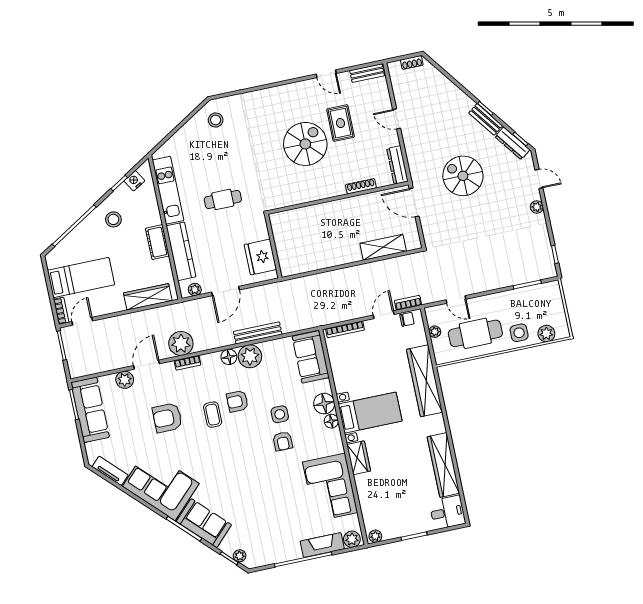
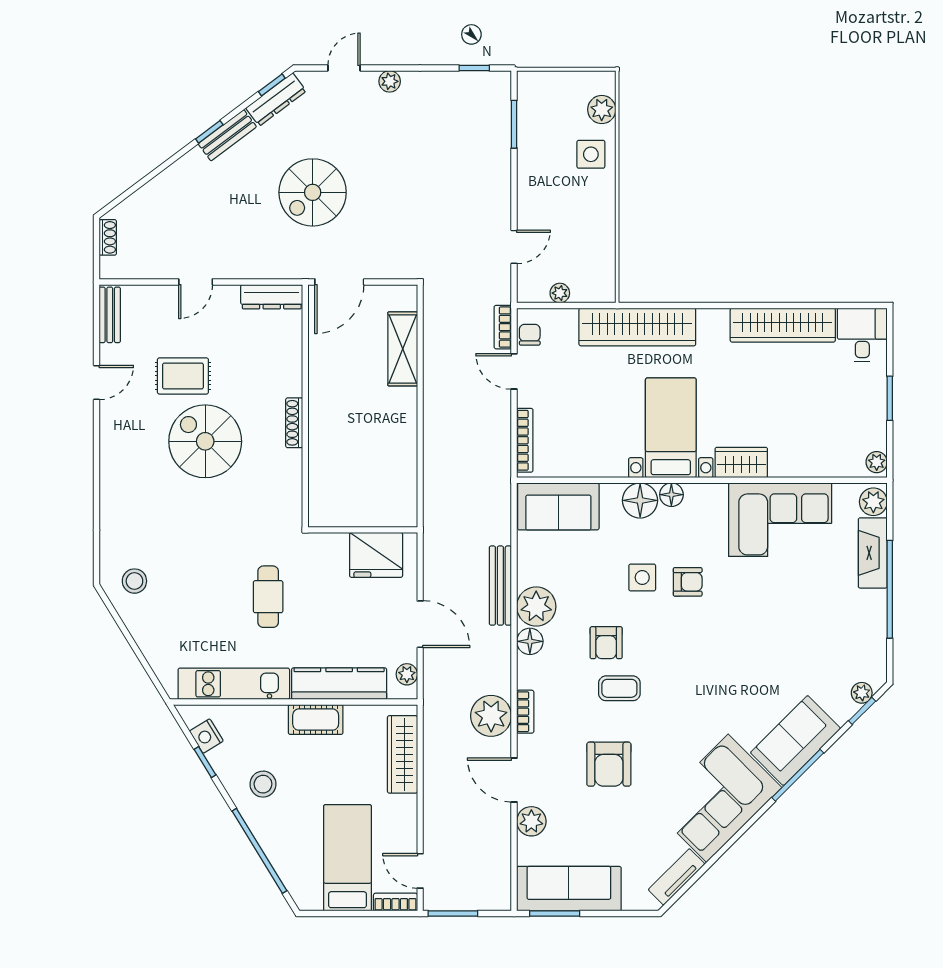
shoe rack: (361, 186) -> (294, 423), moved
cafe table: (475, 333) -> (577, 227), removed

